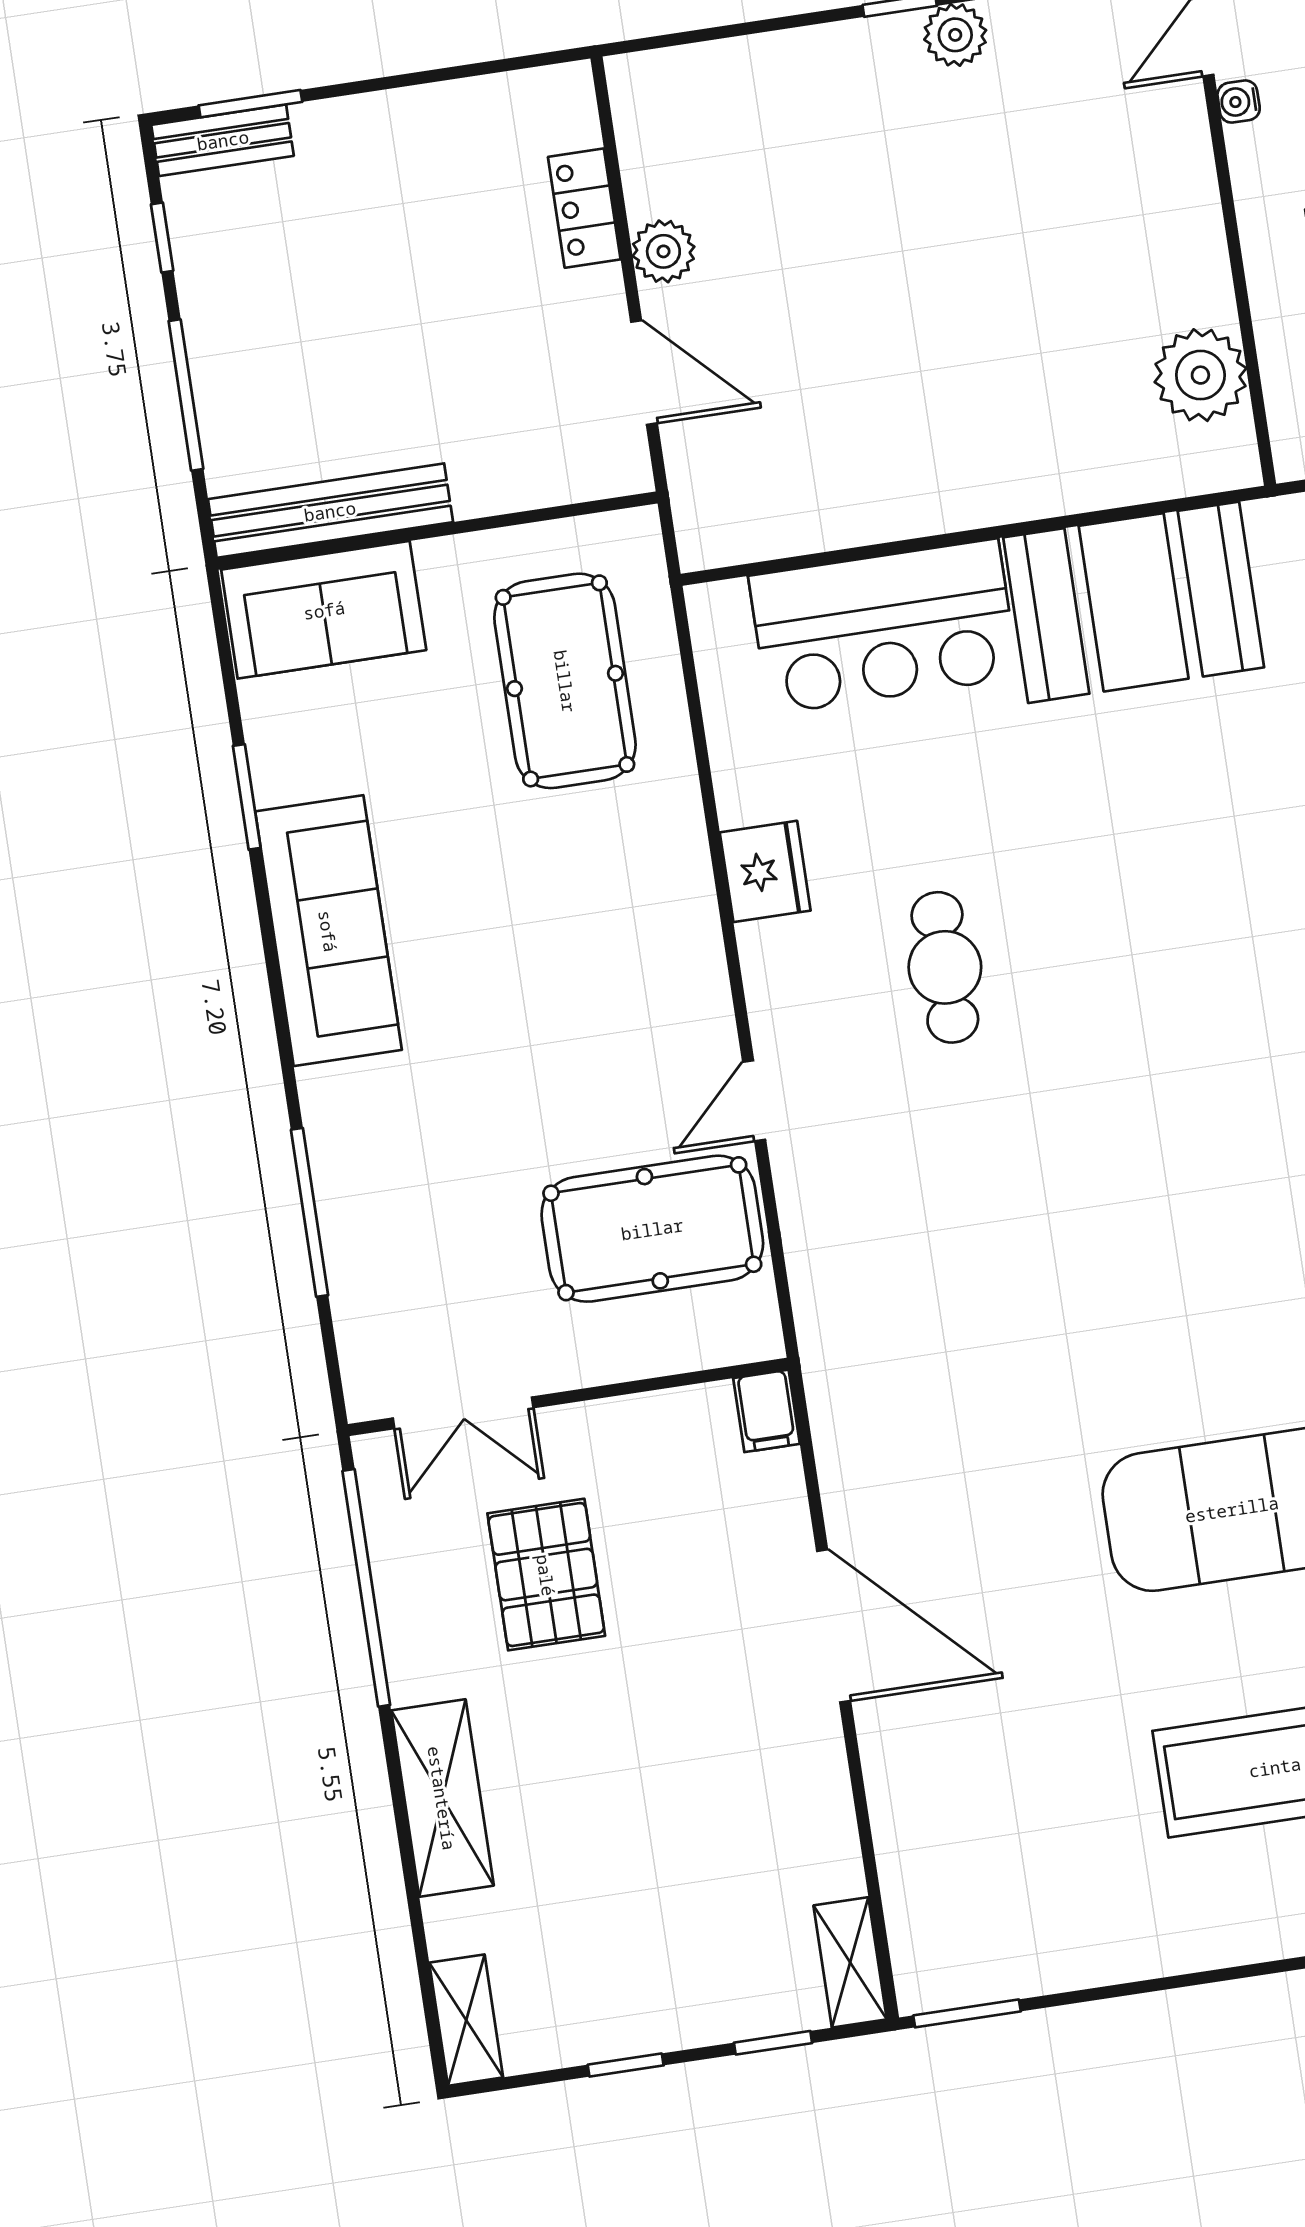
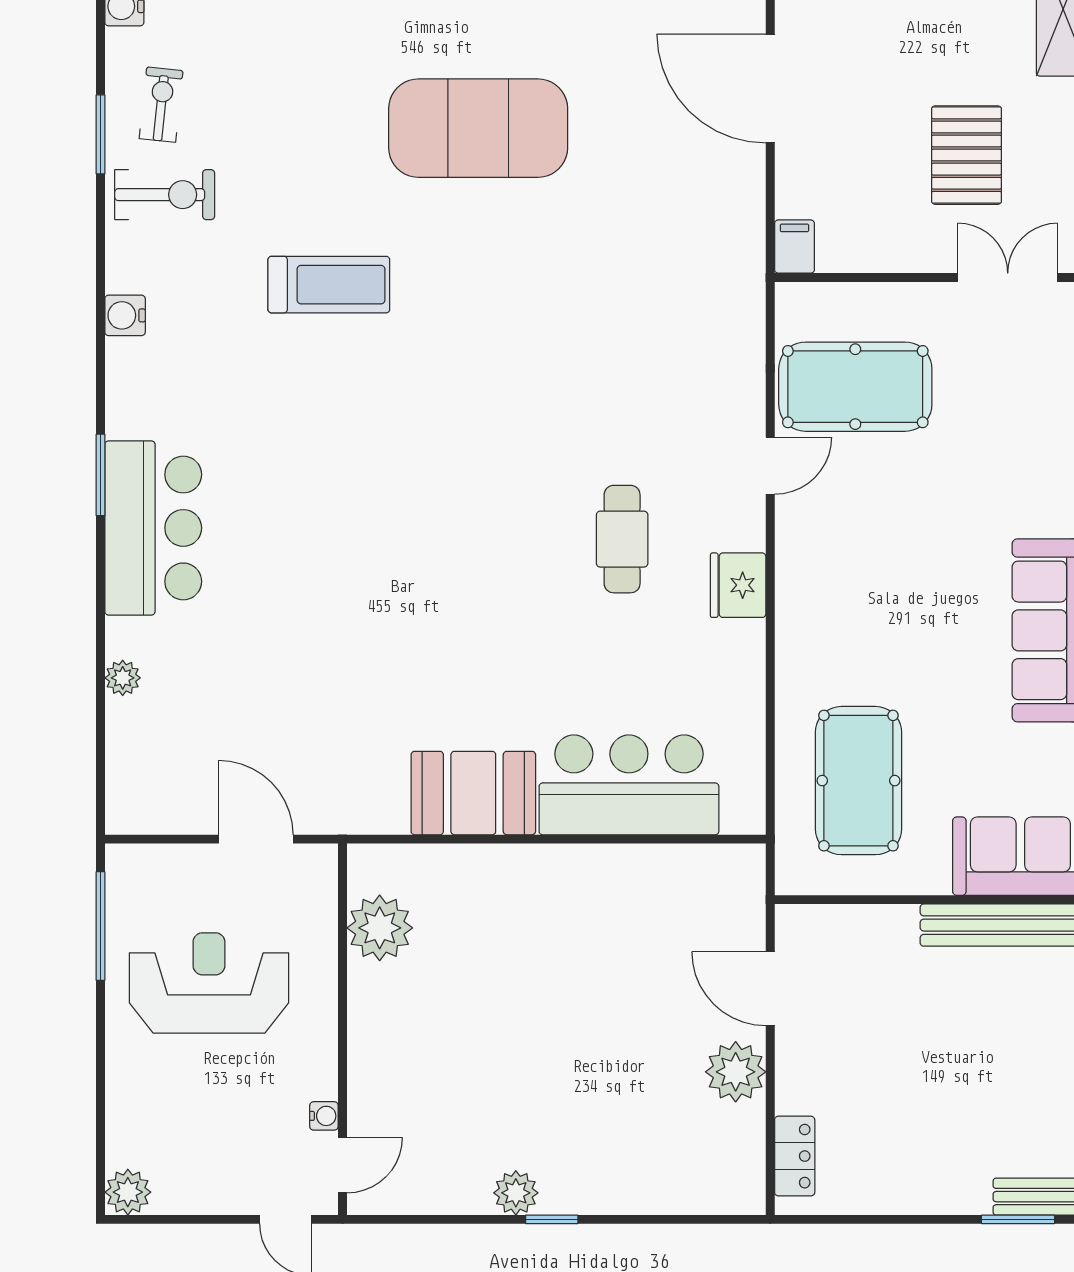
locker: (584, 208) -> (795, 1156), moved
plant: (663, 251) -> (736, 1072), width x1.36, depth x1.36
booth: (1134, 602) -> (473, 793), width x0.73, depth x0.70
fridge: (765, 871) -> (738, 585), moved

